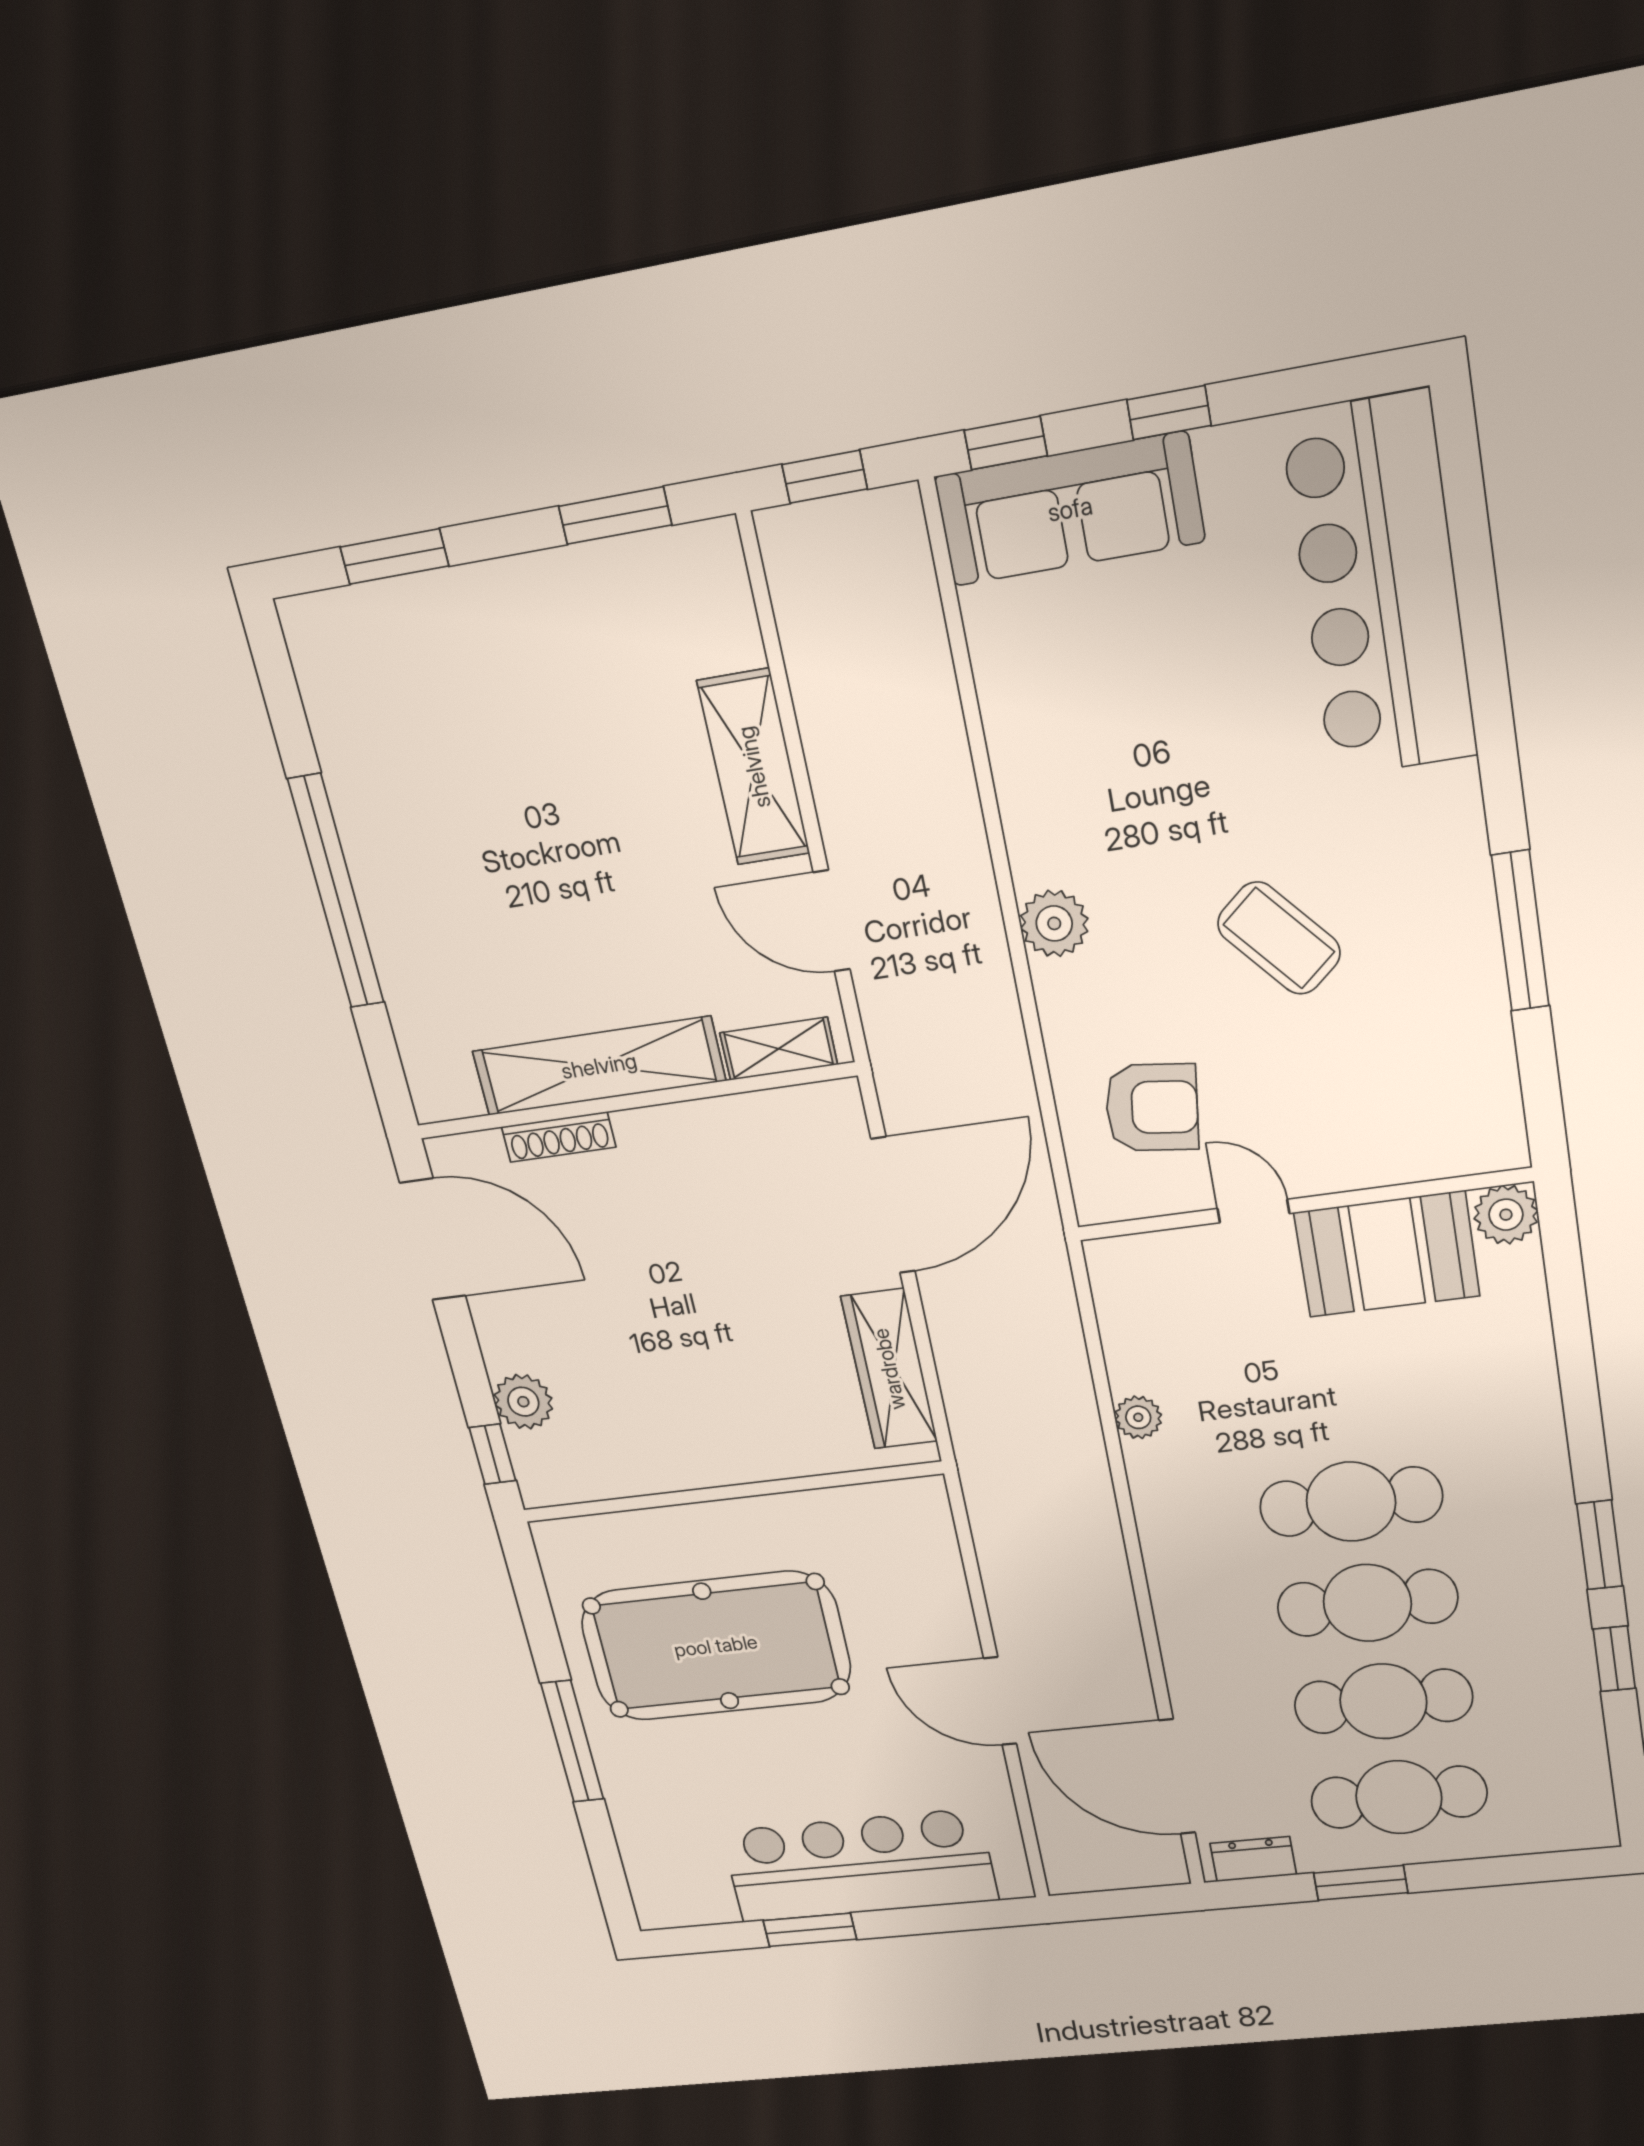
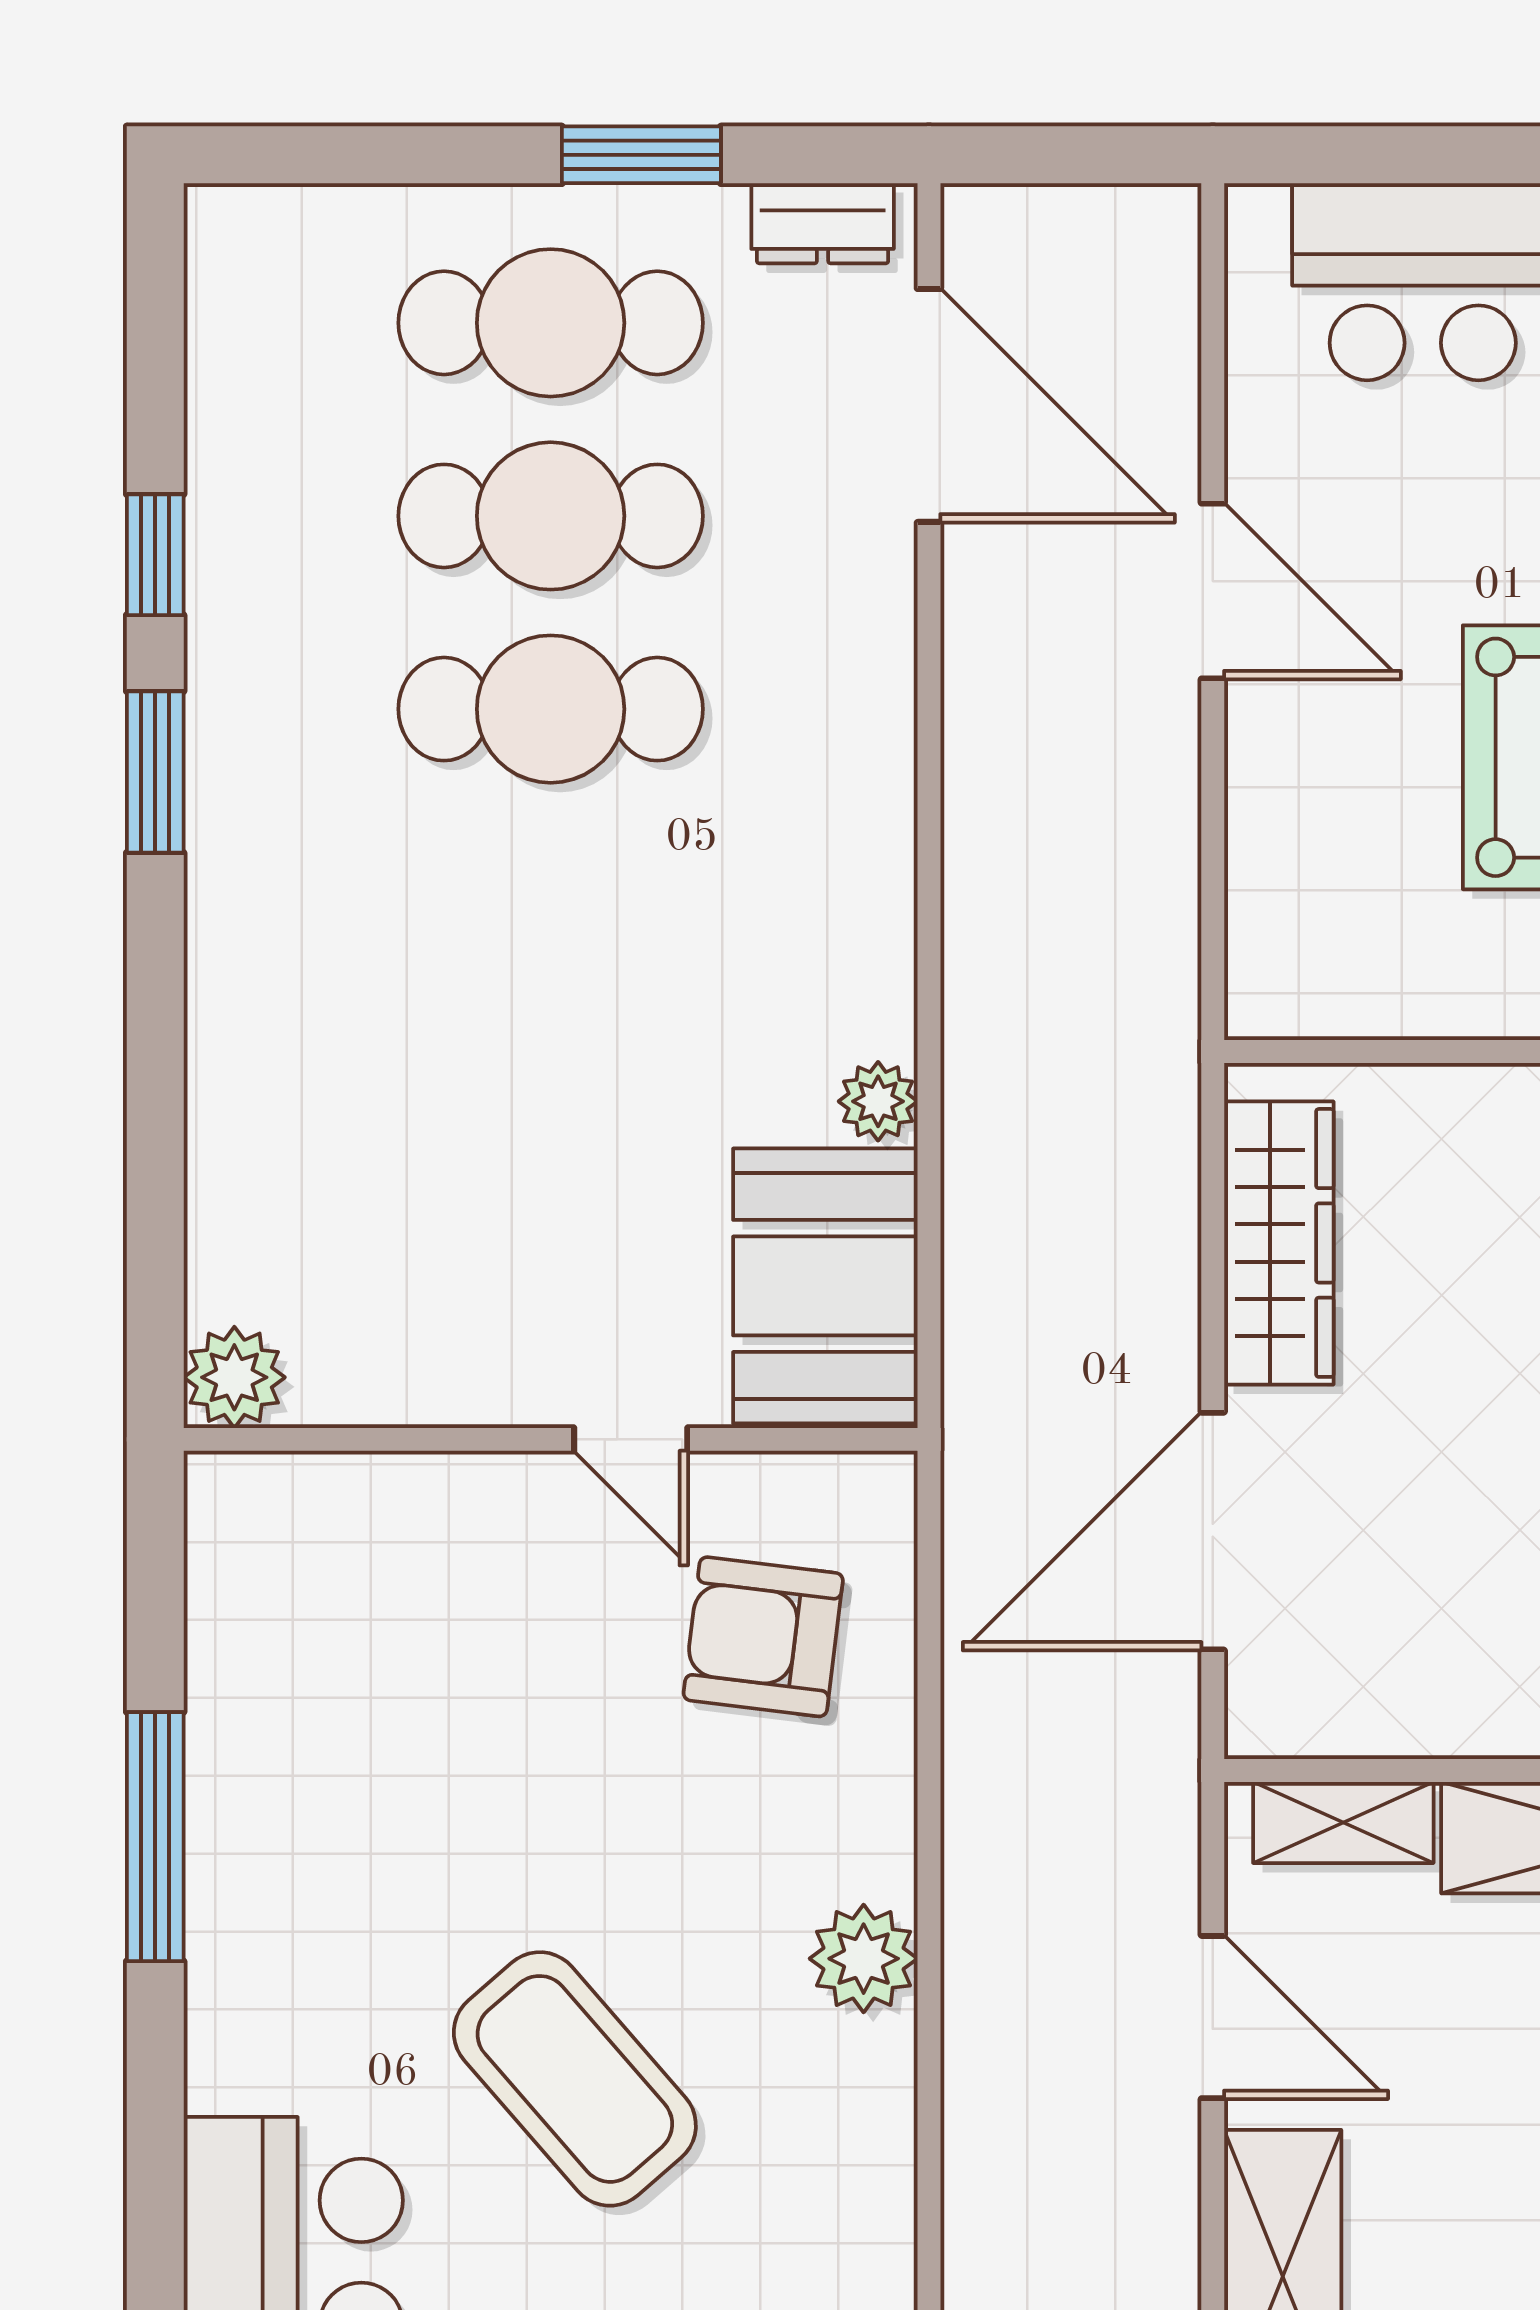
coffee table: (1279, 938) -> (575, 2079), moved, width x1.36, depth x1.32
booth: (1387, 1254) -> (825, 1286), moved, turned 90
cafe table: (1351, 1502) -> (551, 902), removed

